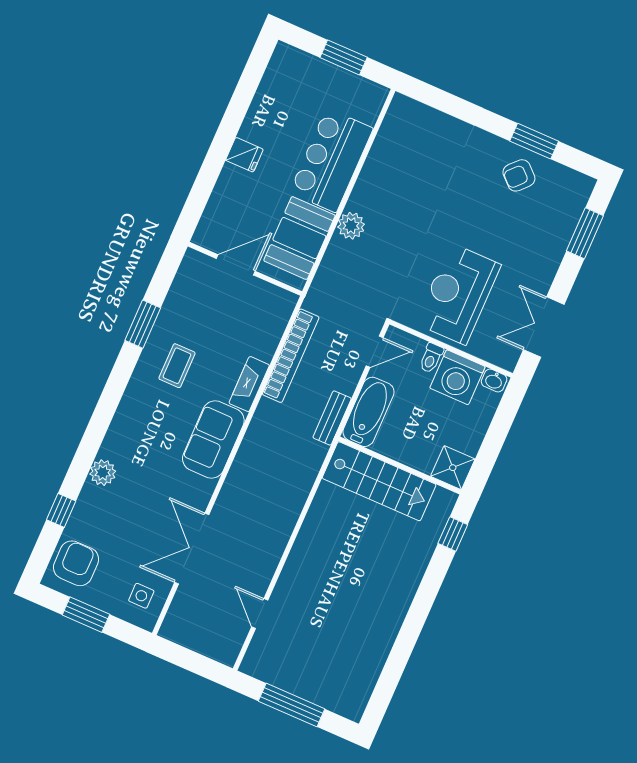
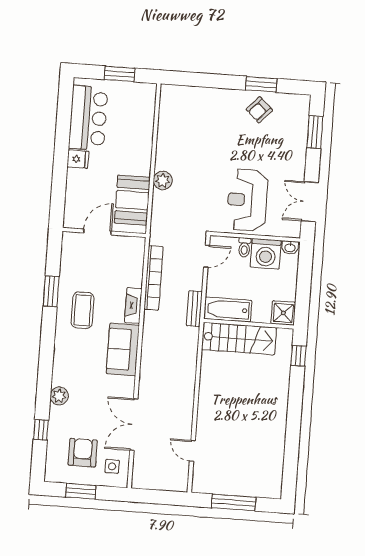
bar counter: (331, 160) -> (88, 118), moved, turned 180
coffee table: (177, 366) -> (83, 310), width x1.36, depth x1.30
bathtub: (369, 412) -> (228, 309), moved, turned -90
armchair: (76, 563) -> (83, 453), moved

